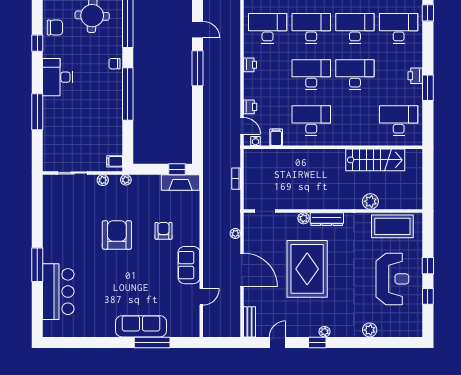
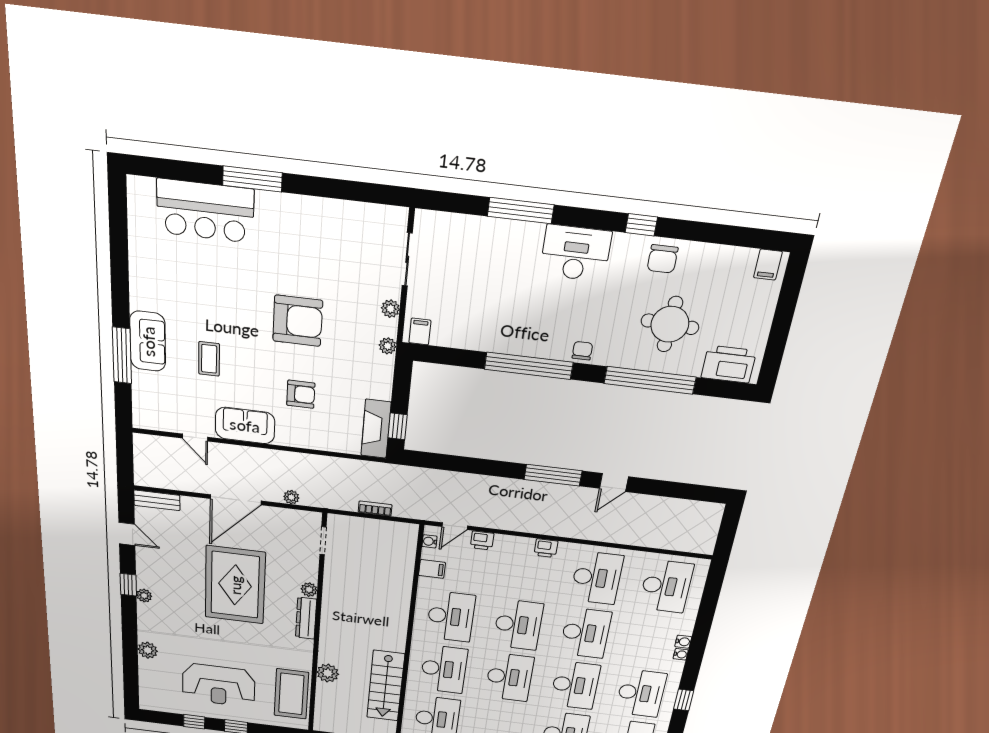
desk: (355, 121) -> (444, 669), added
rug: (307, 269) -> (235, 585), turned 90
coffee table: (148, 288) -> (209, 359), added
sofa: (141, 326) -> (148, 341), width x0.73

